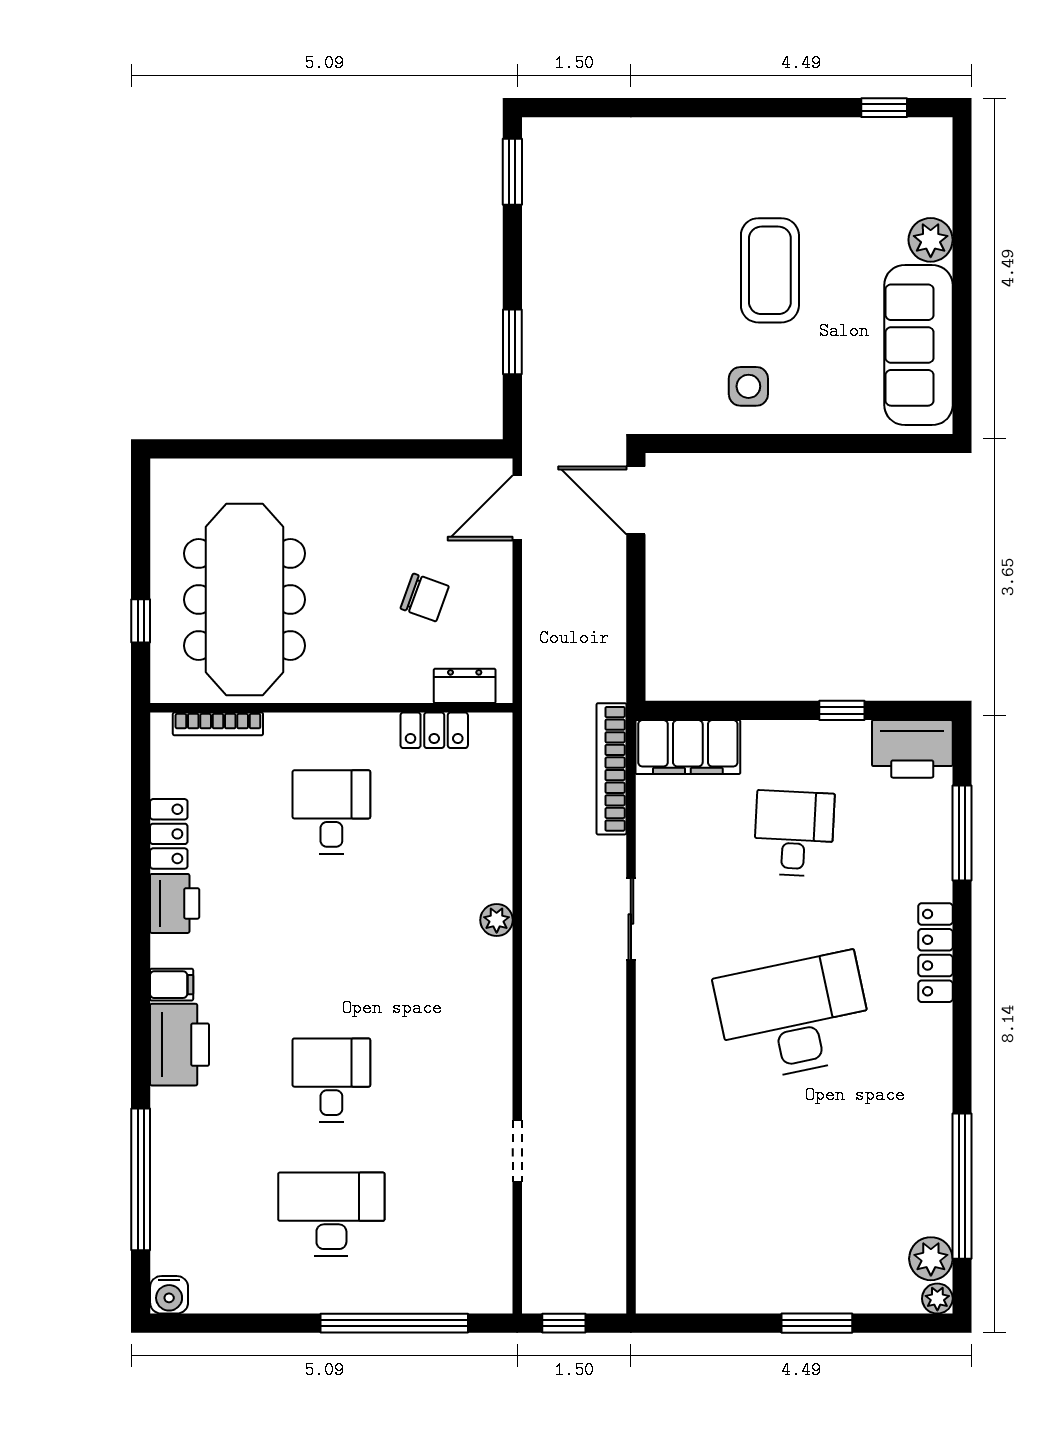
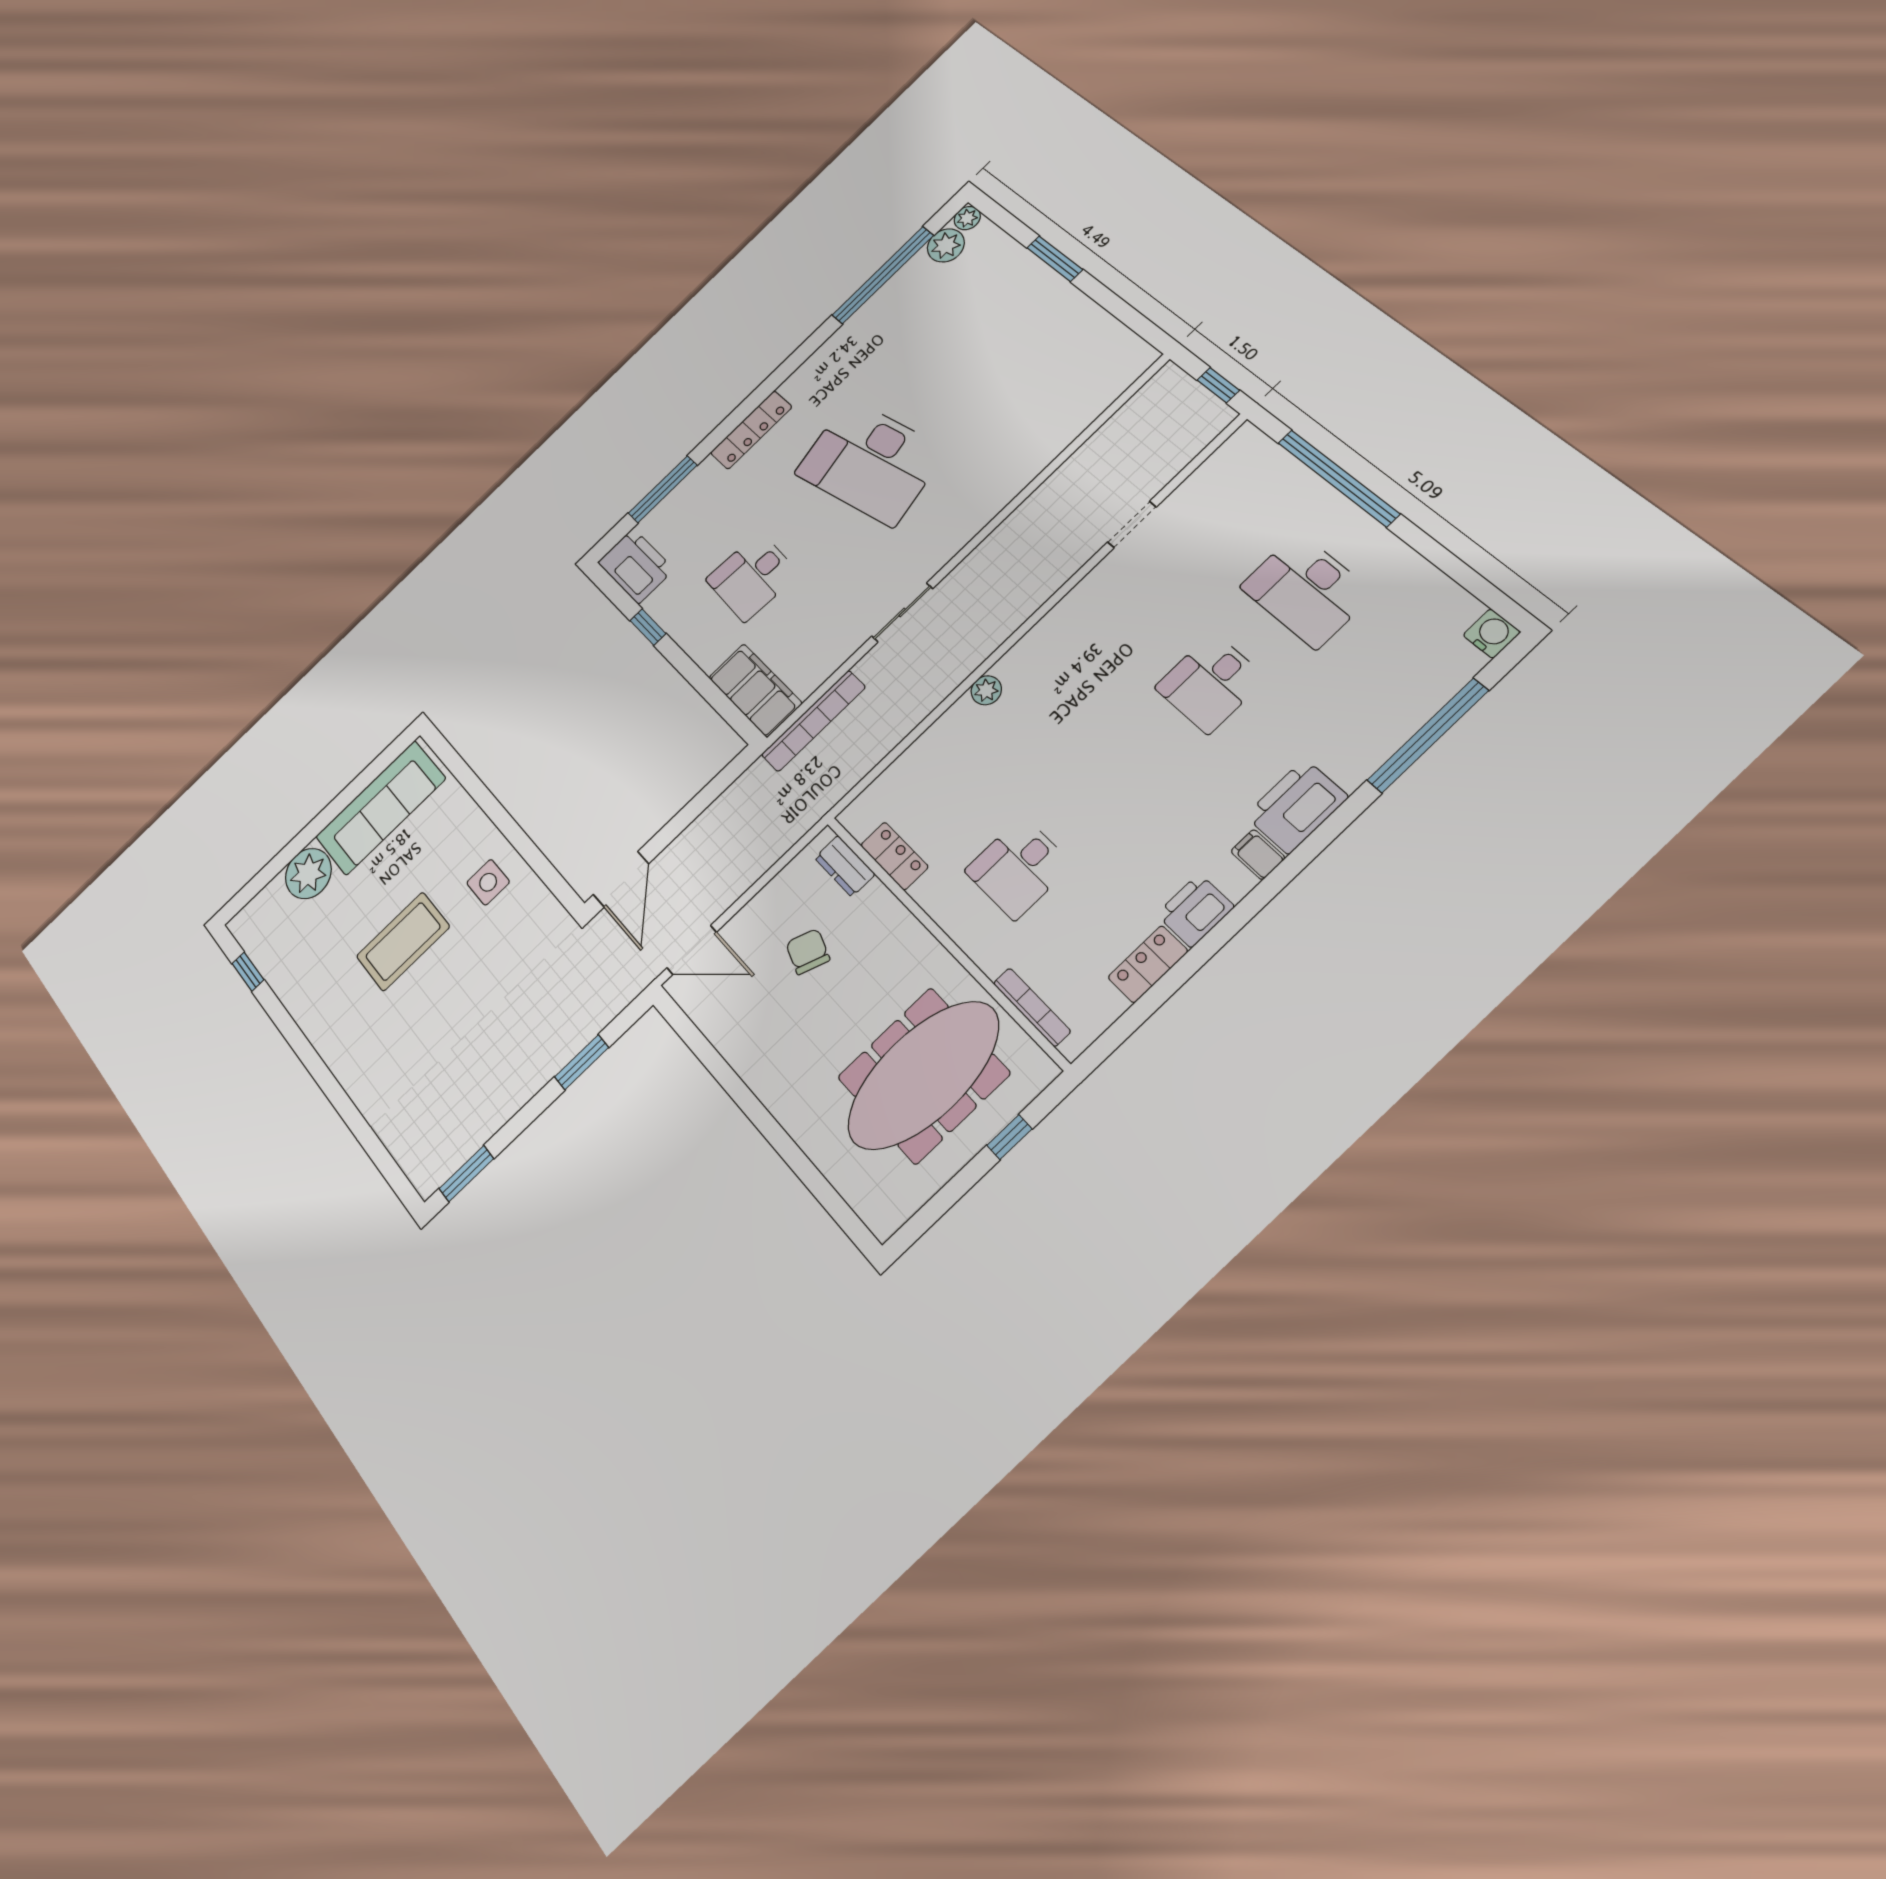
plant: (931, 240) -> (308, 873), width x1.36, depth x1.36

